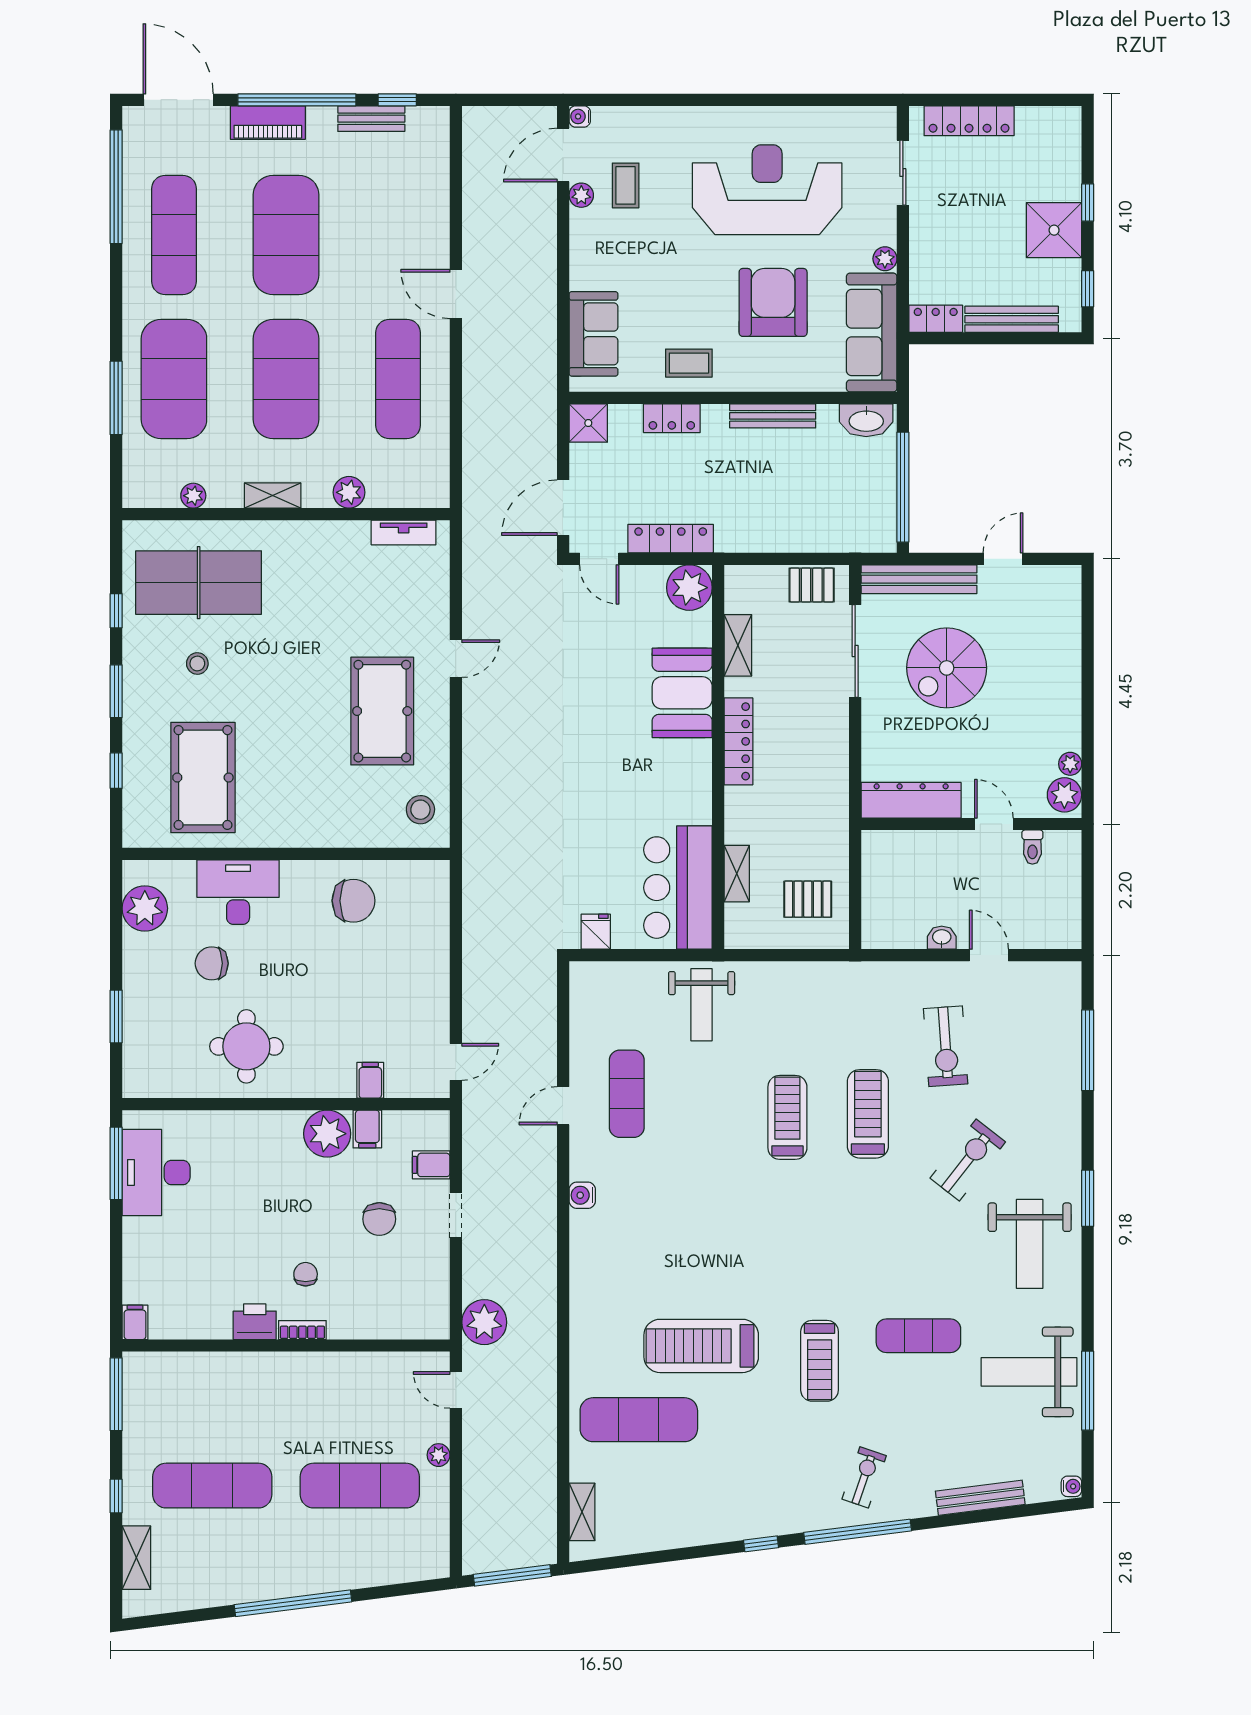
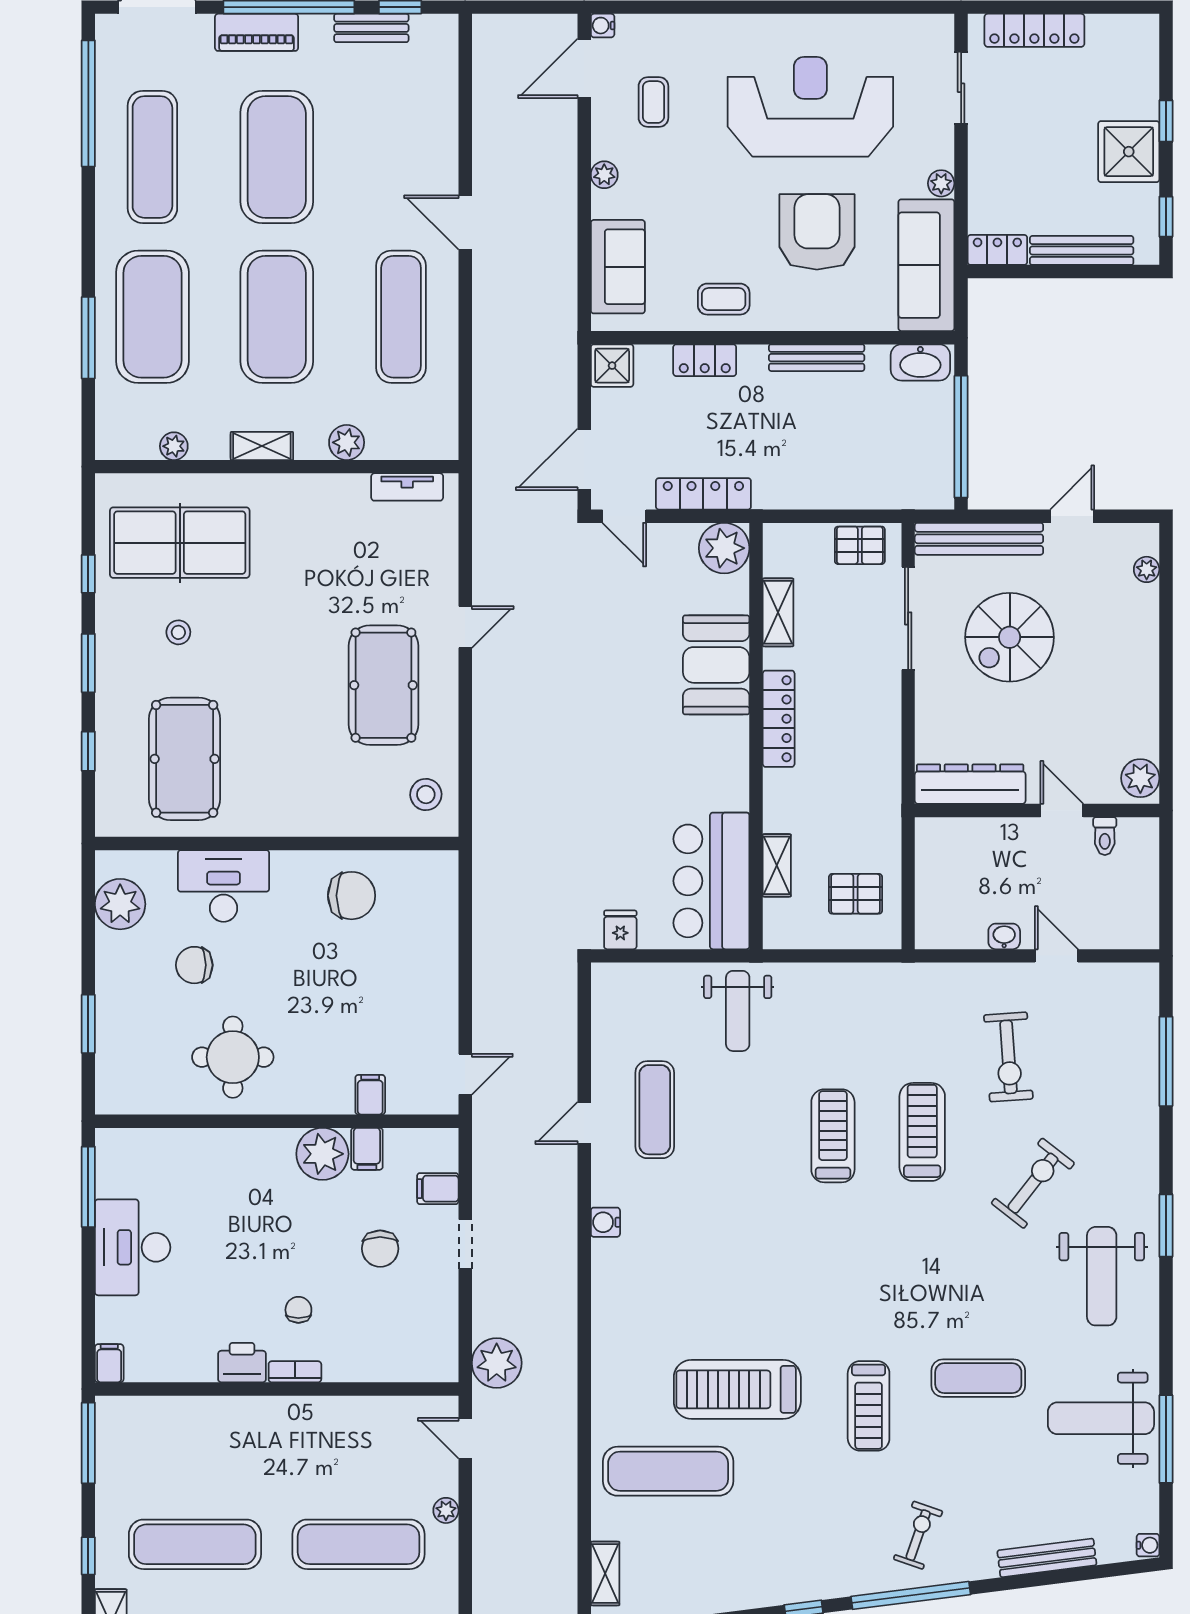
plant: (581, 195) -> (604, 175), moved
plant: (1070, 764) -> (1147, 569), moved
desk: (156, 1173) -> (133, 1247), moved

